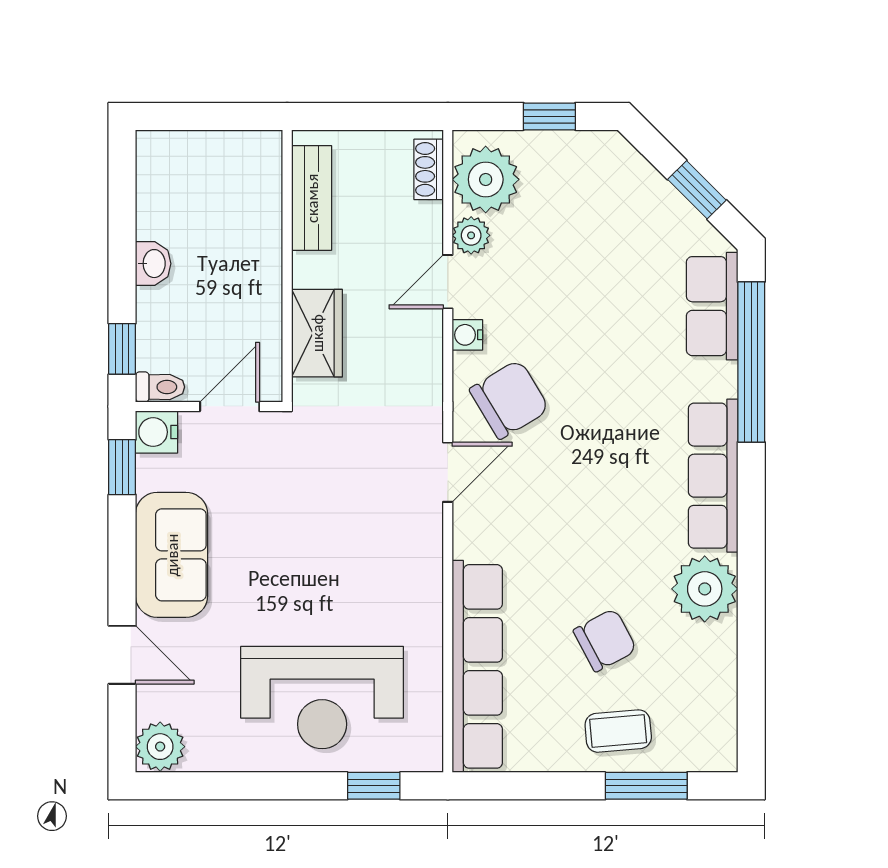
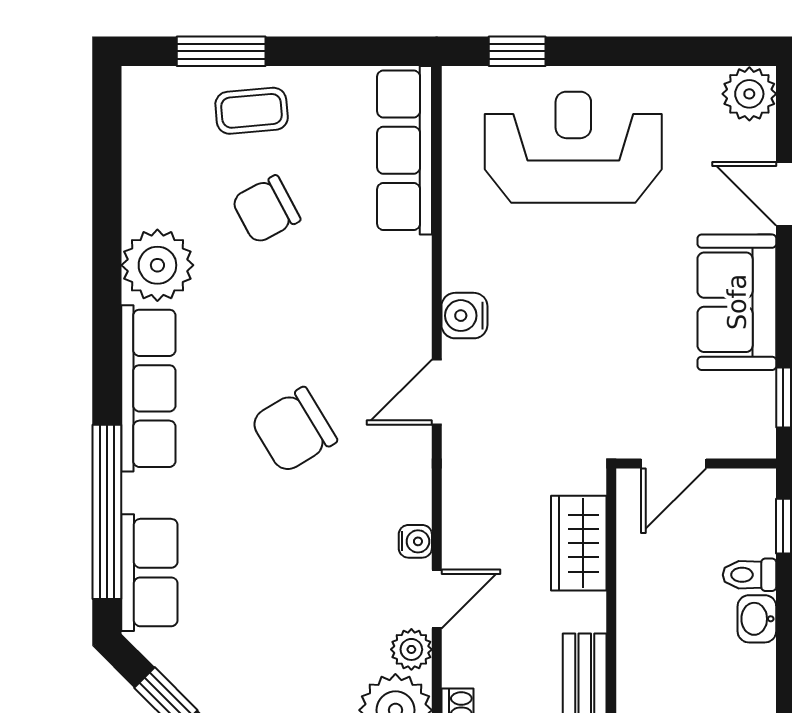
toilet: (160, 387) -> (749, 575), moved
chair: (509, 399) -> (294, 430), moved
water cooler: (156, 432) -> (464, 316), moved, turned 180
row of seats: (477, 666) -> (405, 150), width x0.73

